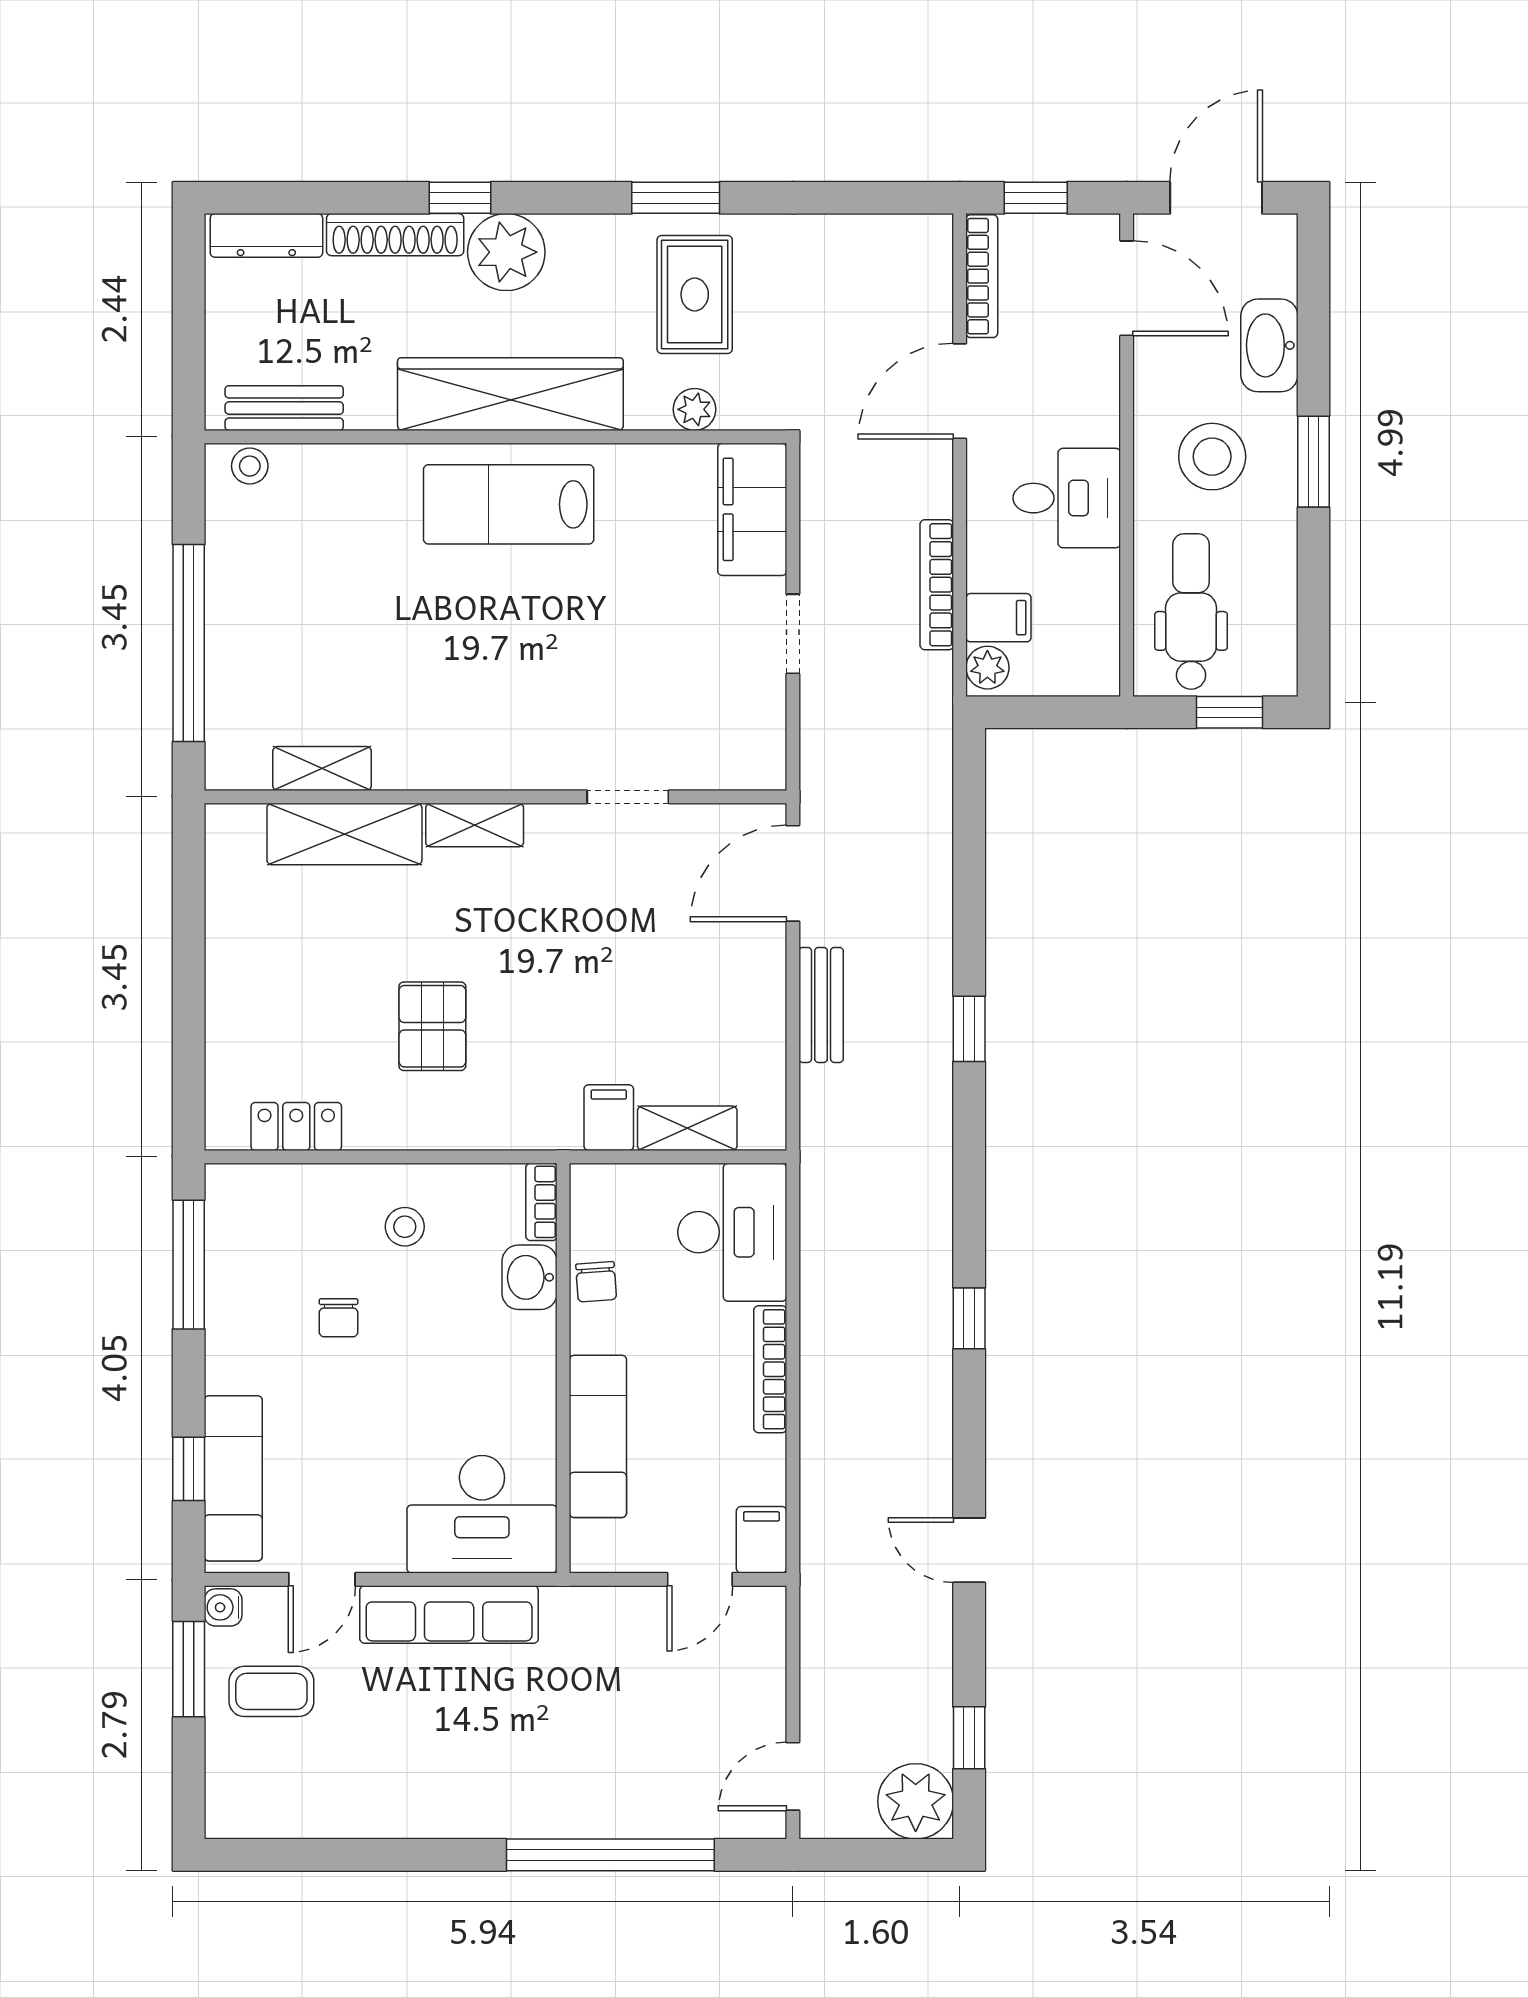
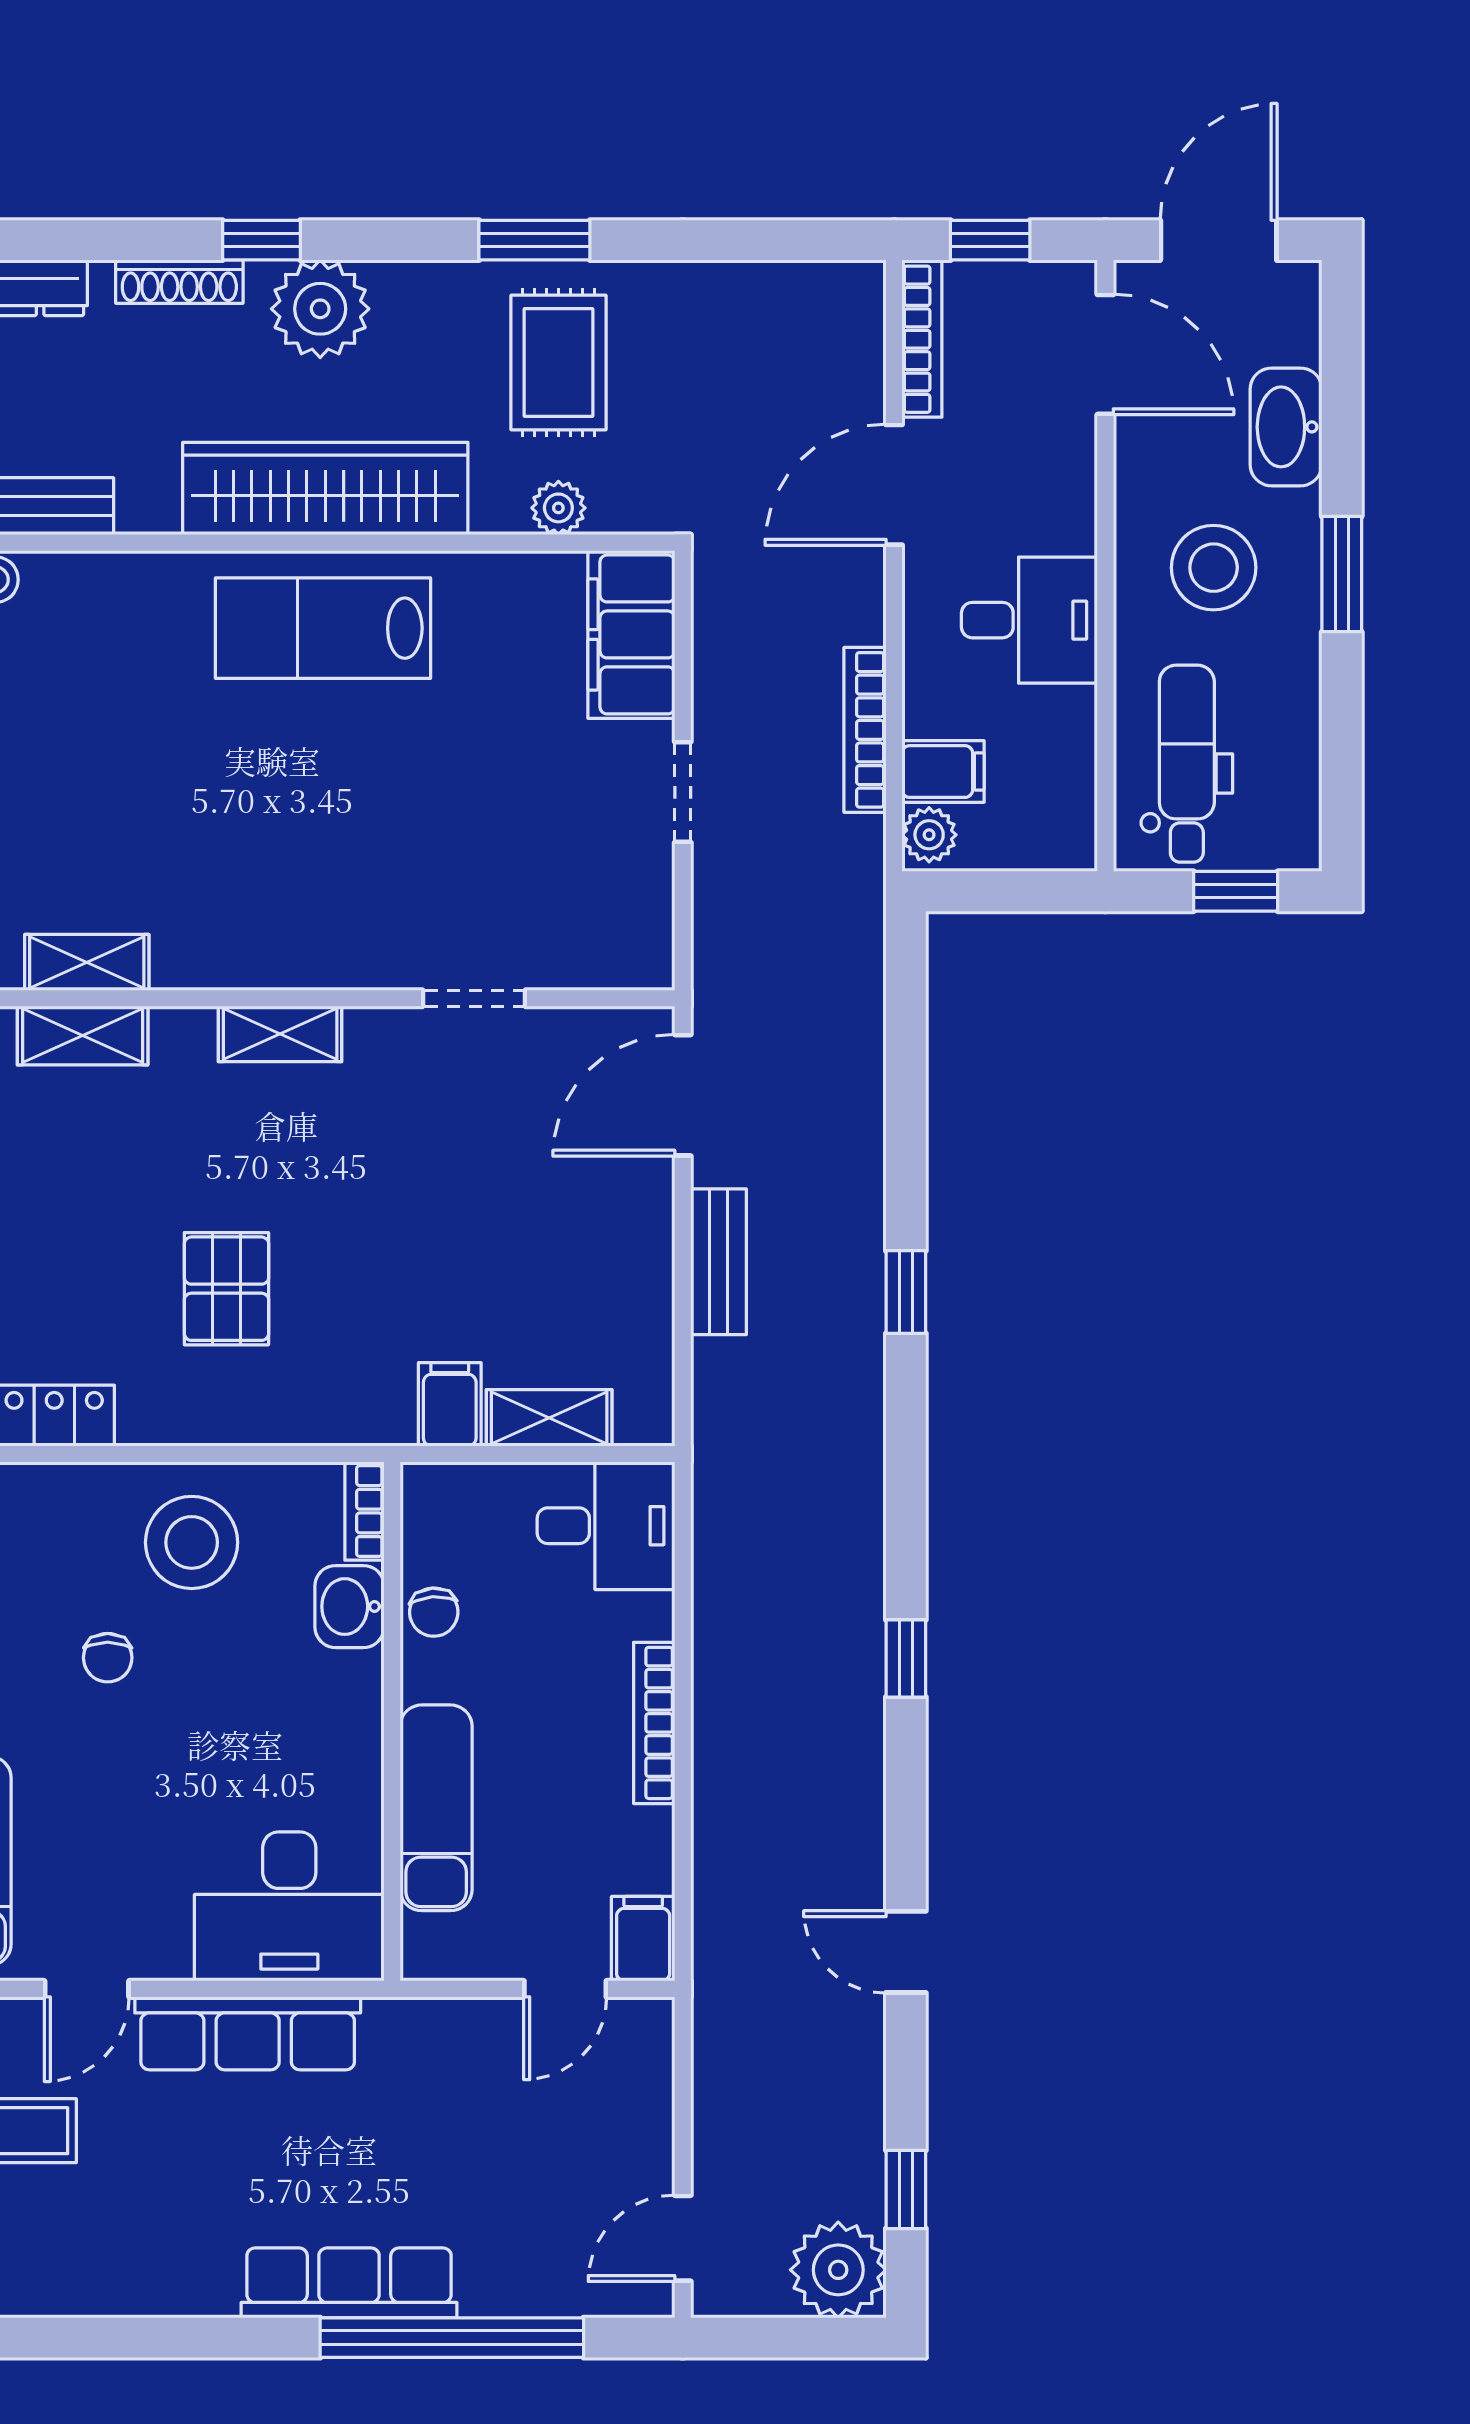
shoe rack: (395, 235) -> (179, 282), width x0.74, depth x0.81
shelving: (344, 834) -> (83, 1036), width x0.67, depth x0.75
stool: (405, 1227) -> (192, 1542), width x1.89, depth x1.89
desk: (732, 1232) -> (606, 1526), width x0.73
row of seats: (529, 1812) -> (349, 2283), added

